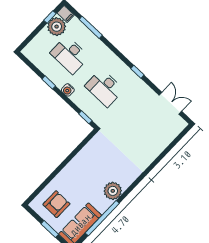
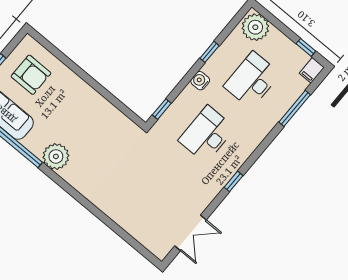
plant: (57, 27) -> (255, 27), moved

